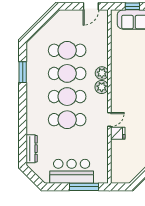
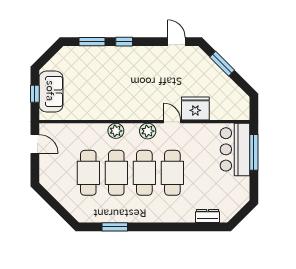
plant: (102, 87) -> (148, 131), moved
fridge: (118, 133) -> (195, 109), width x1.88, depth x1.34
dresser: (32, 149) -> (208, 216), width x0.70
bar counter: (72, 171) -> (235, 149), moved

